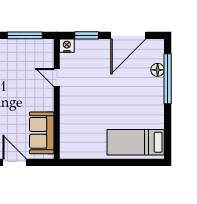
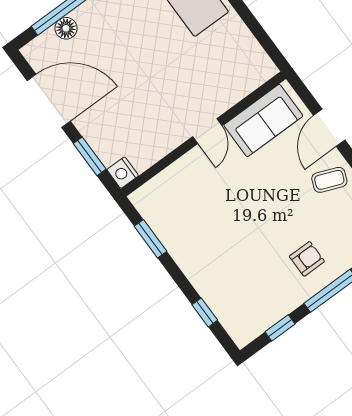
window: (25, 35) -> (151, 239), width x0.69
door: (57, 78) -> (207, 131), moved

